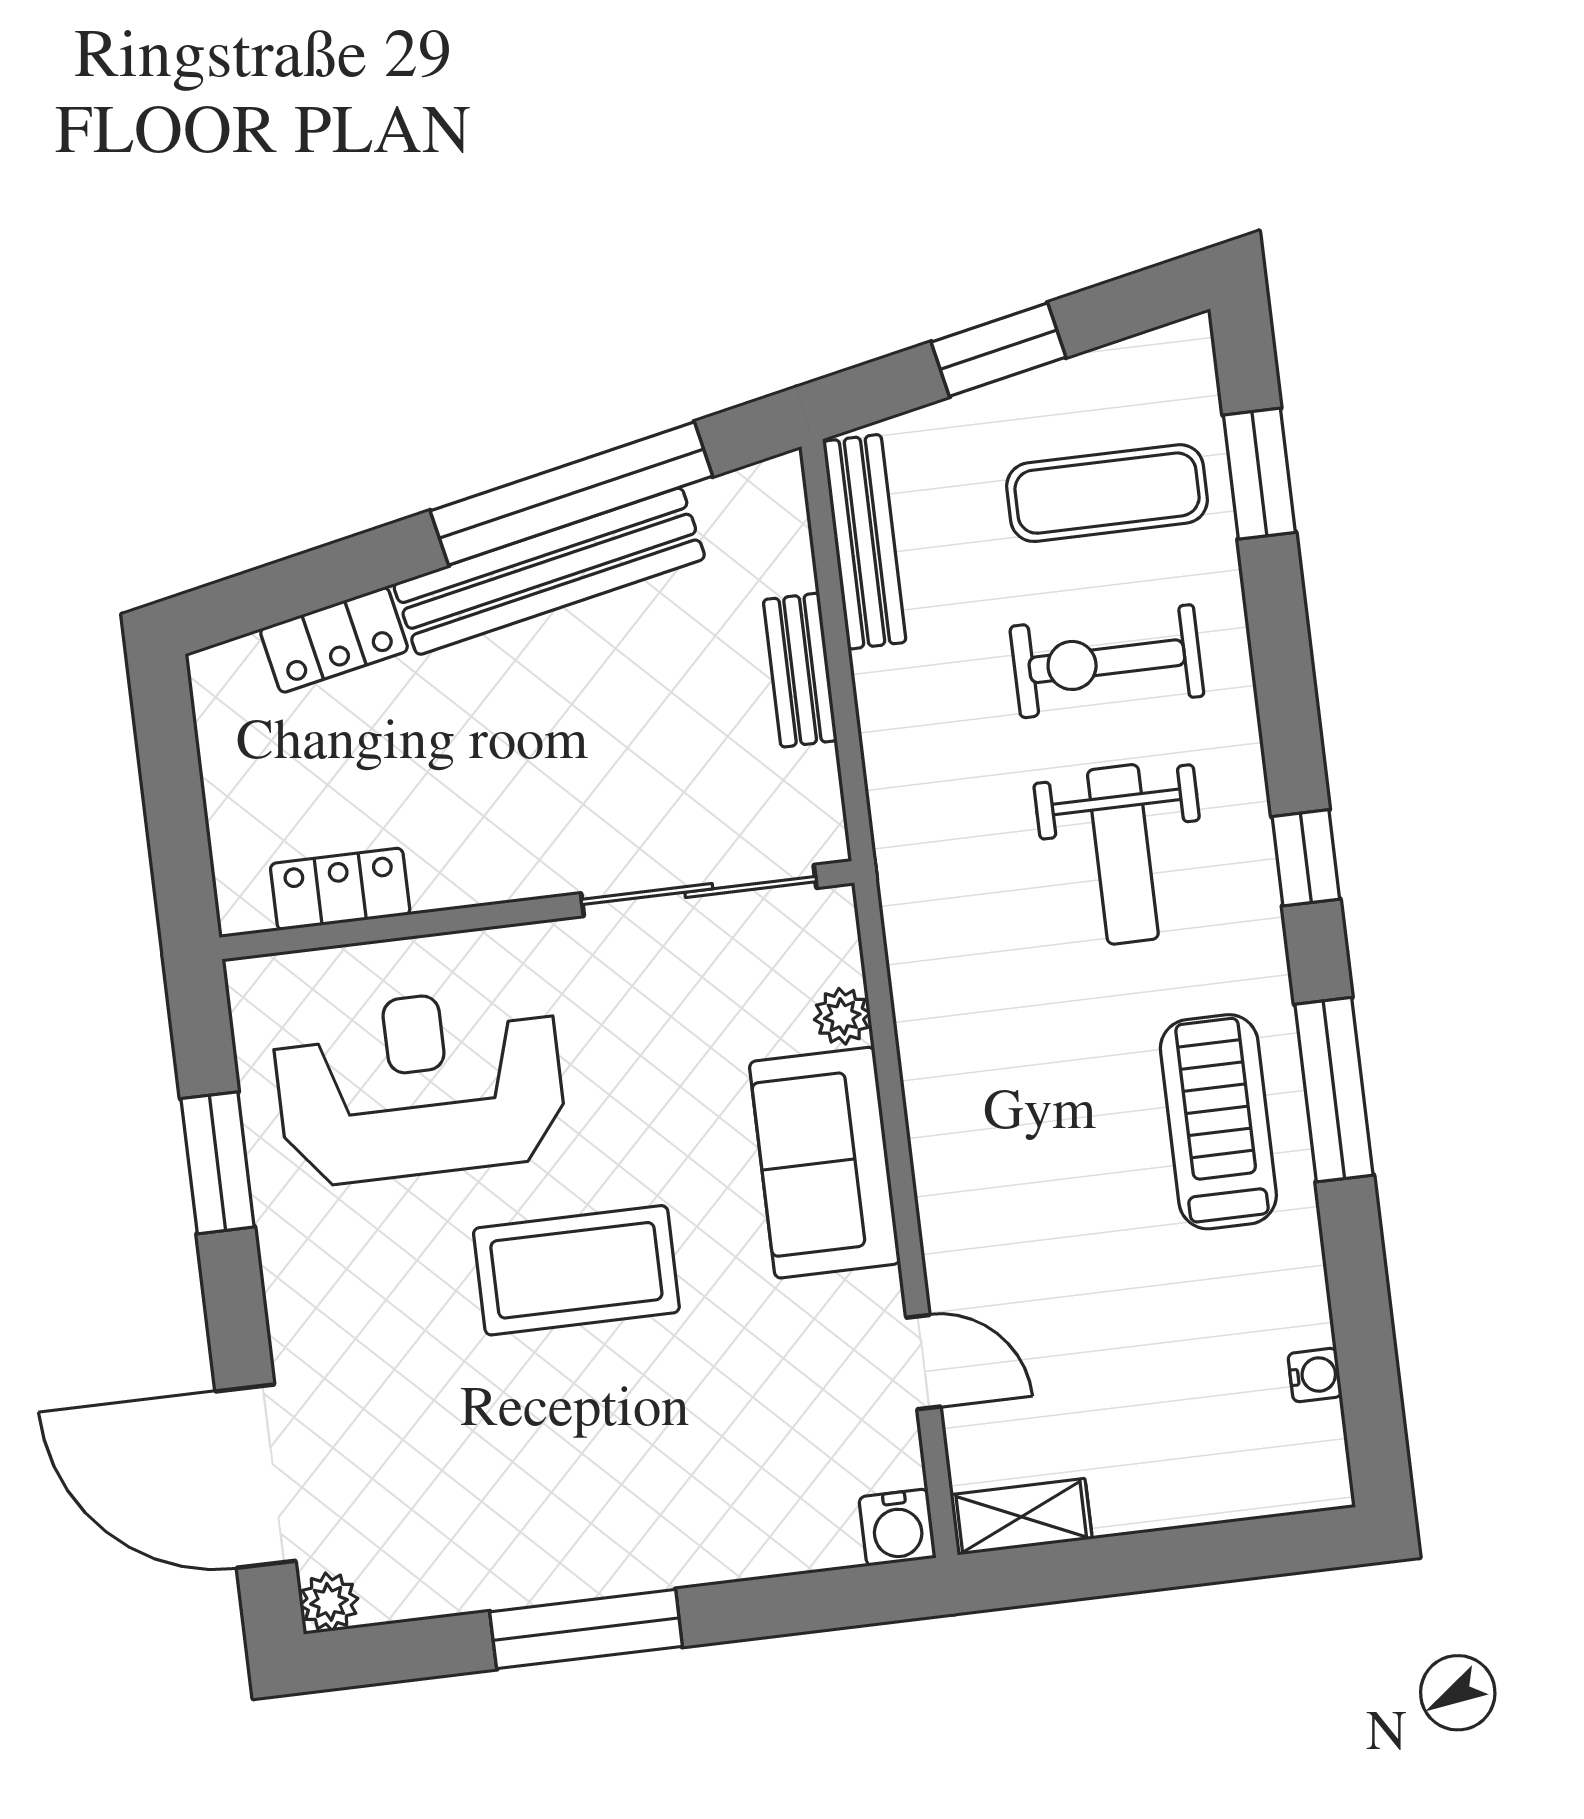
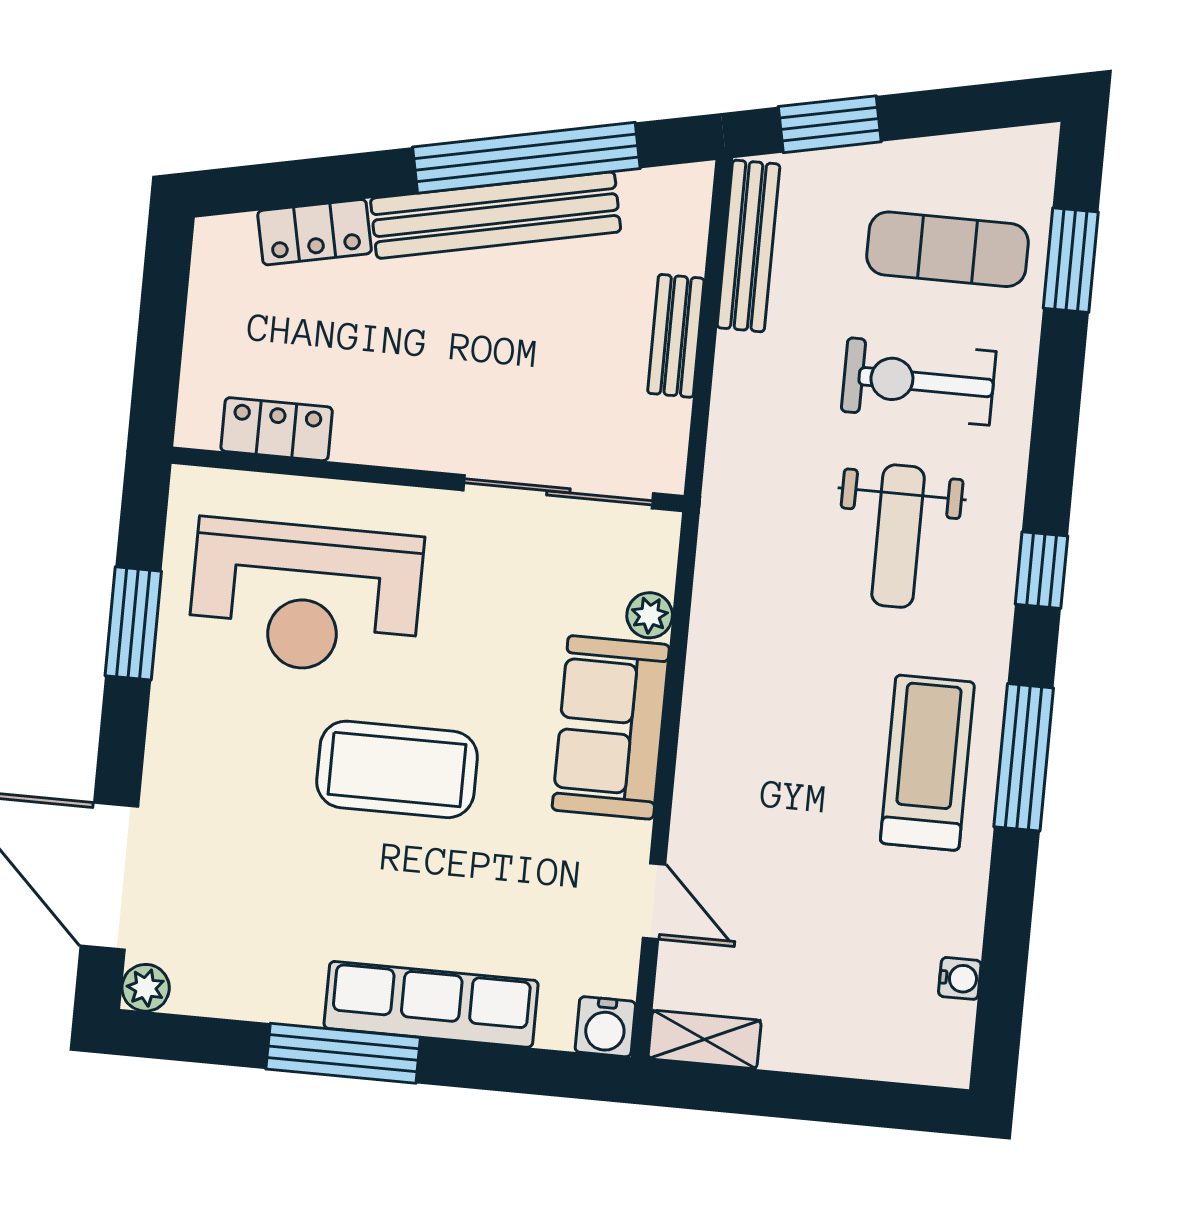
window: (998, 350) -> (830, 124), moved
reception desk: (420, 1085) -> (305, 597), turned 180
row of seats: (680, 1546) -> (431, 1004), added

